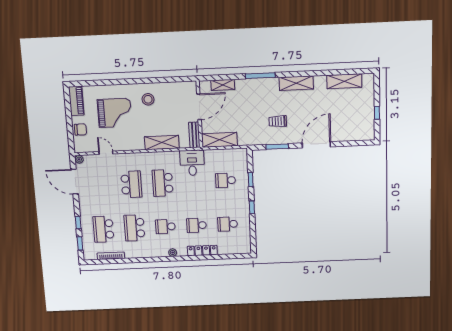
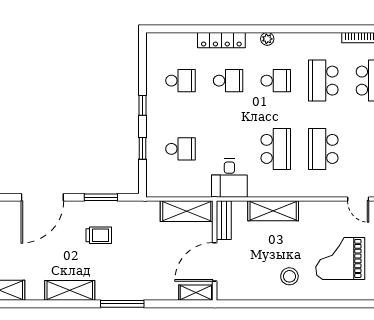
shelving: (223, 85) -> (196, 293), moved
school desk: (134, 228) -> (323, 81), turned 180

